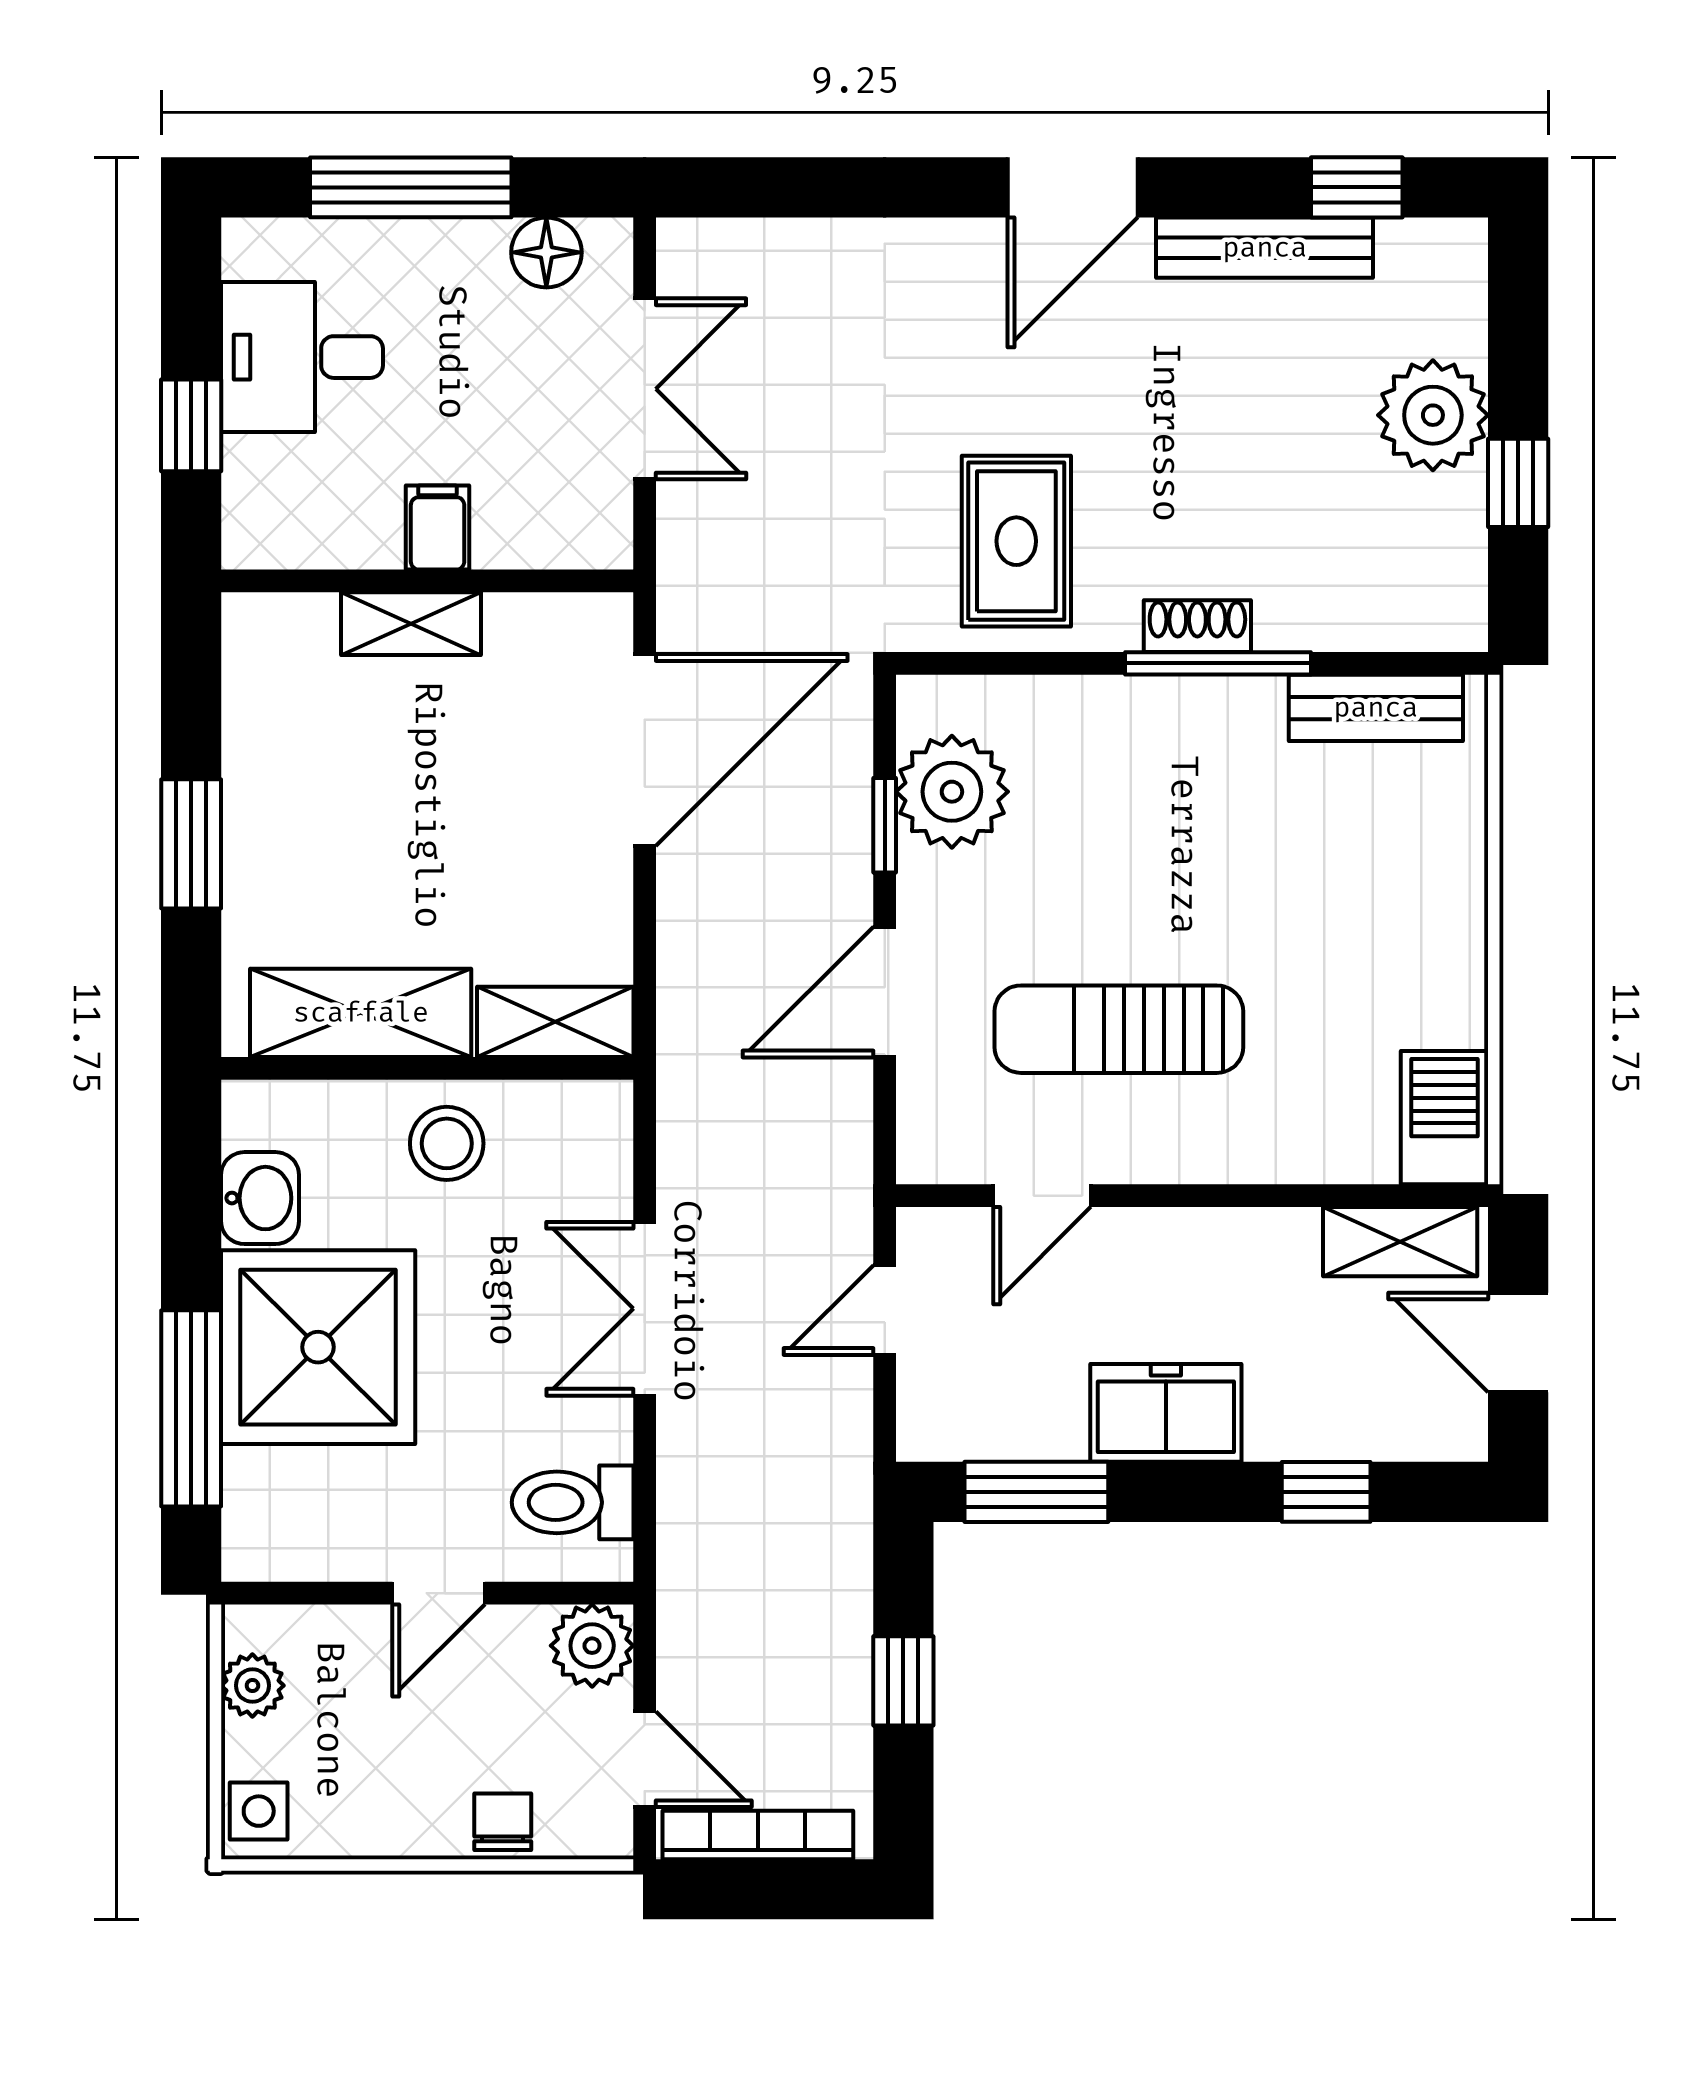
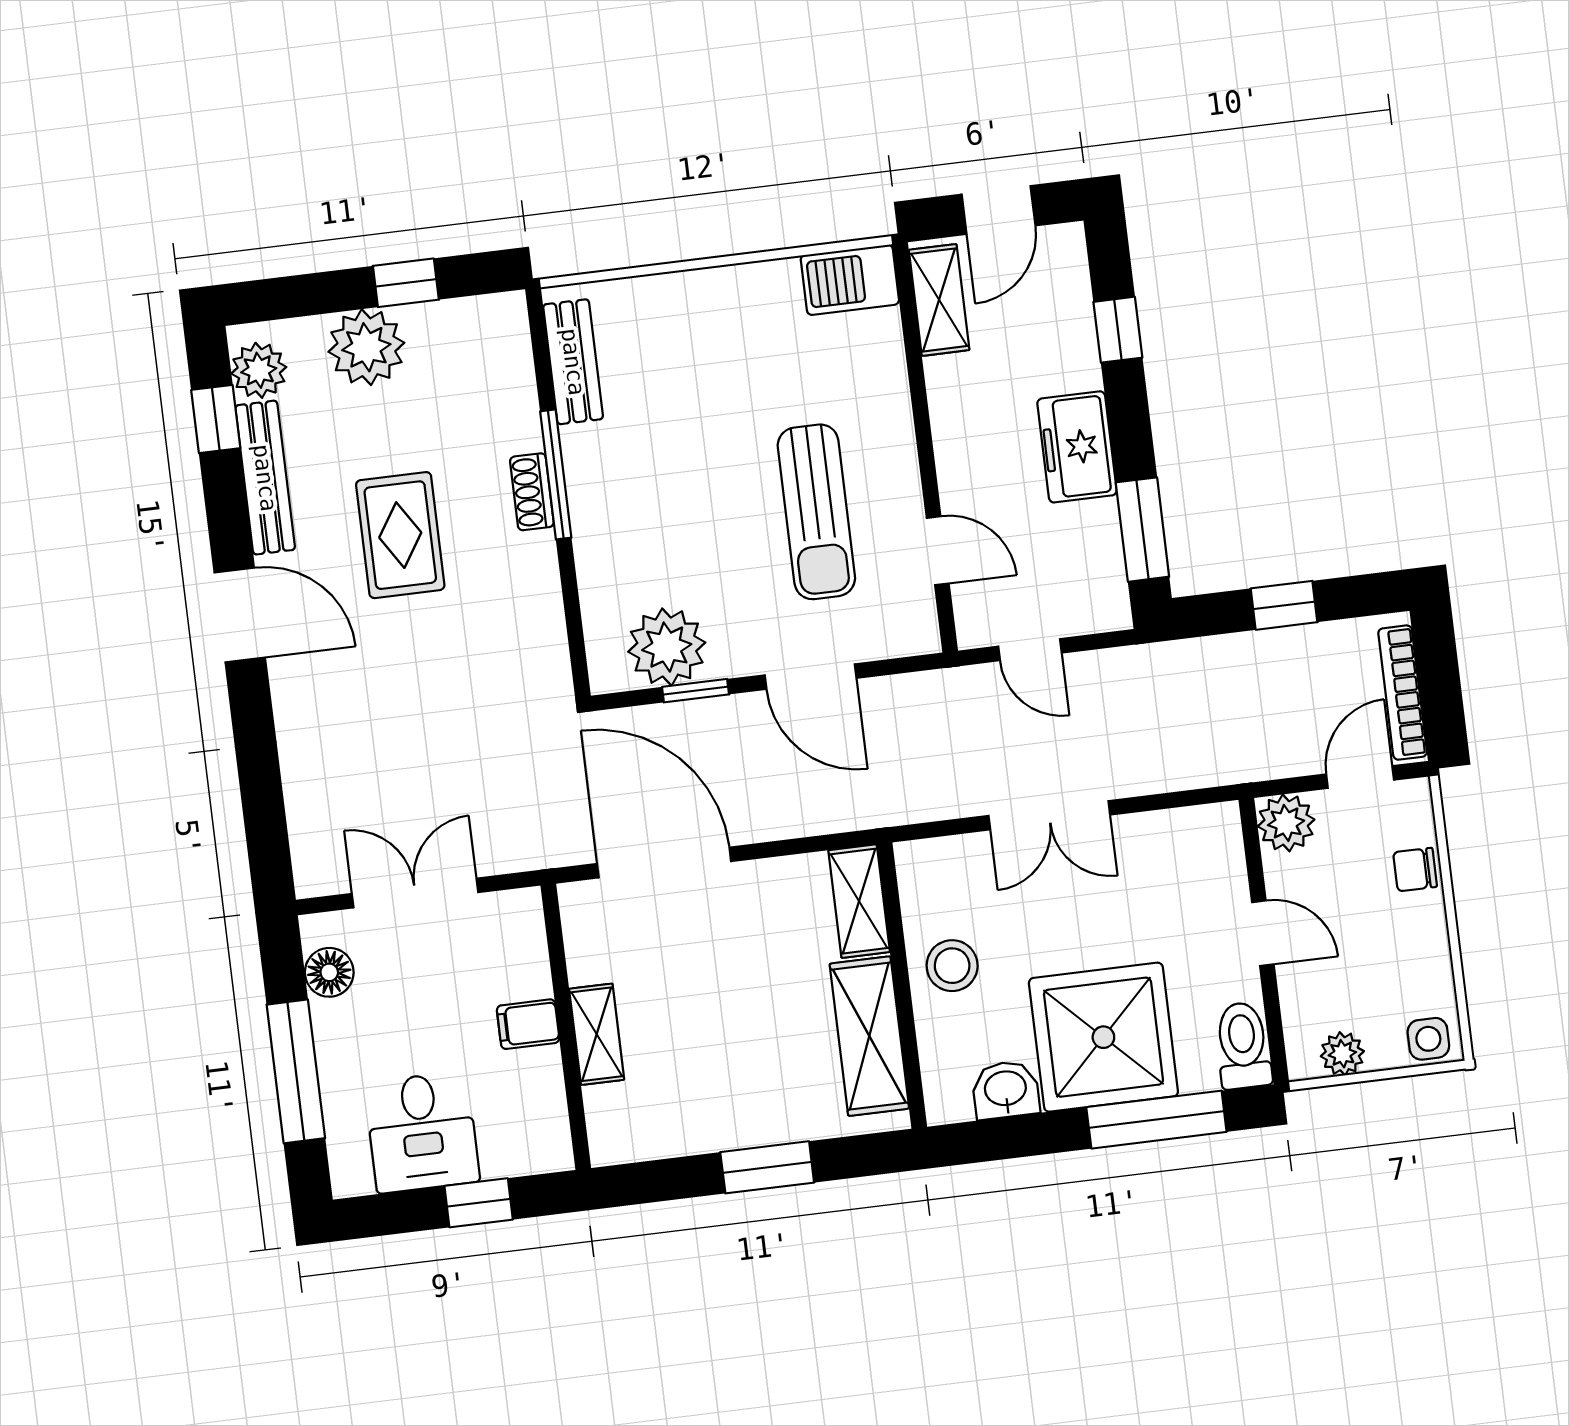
plant: (1419, 257) -> (259, 370), added
rug: (1016, 541) -> (400, 535), moved, turned 90
toilet: (573, 1502) -> (1243, 1045), moved, turned 180

